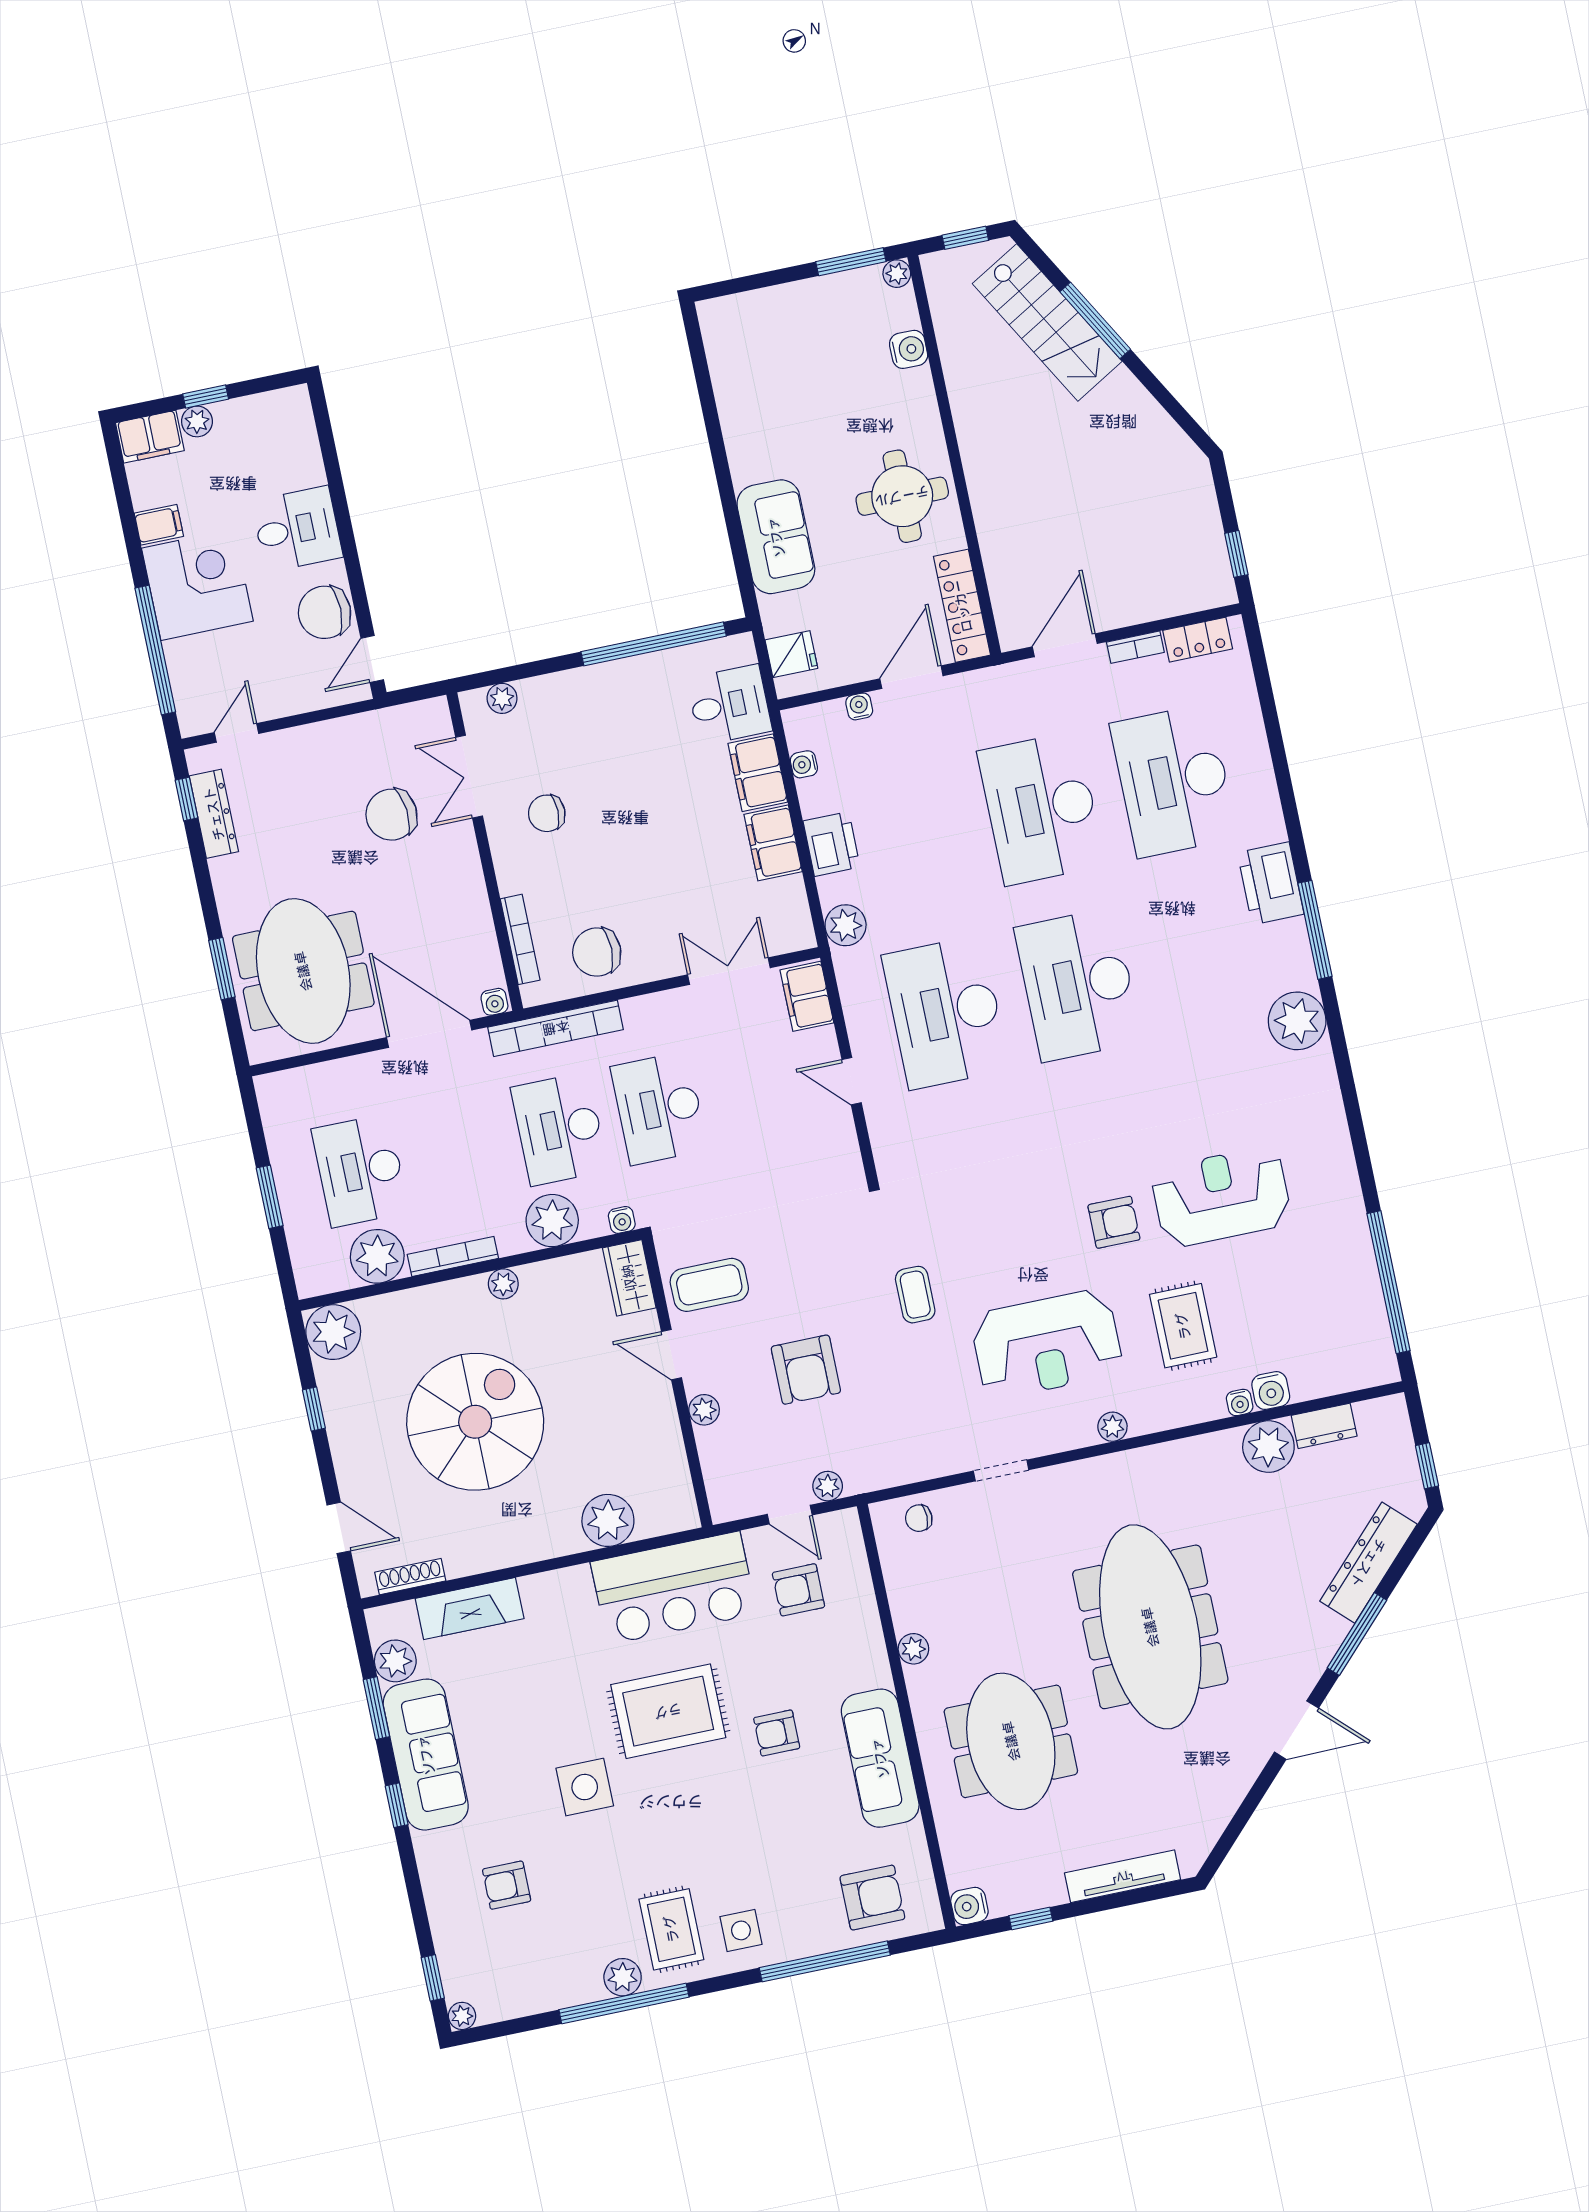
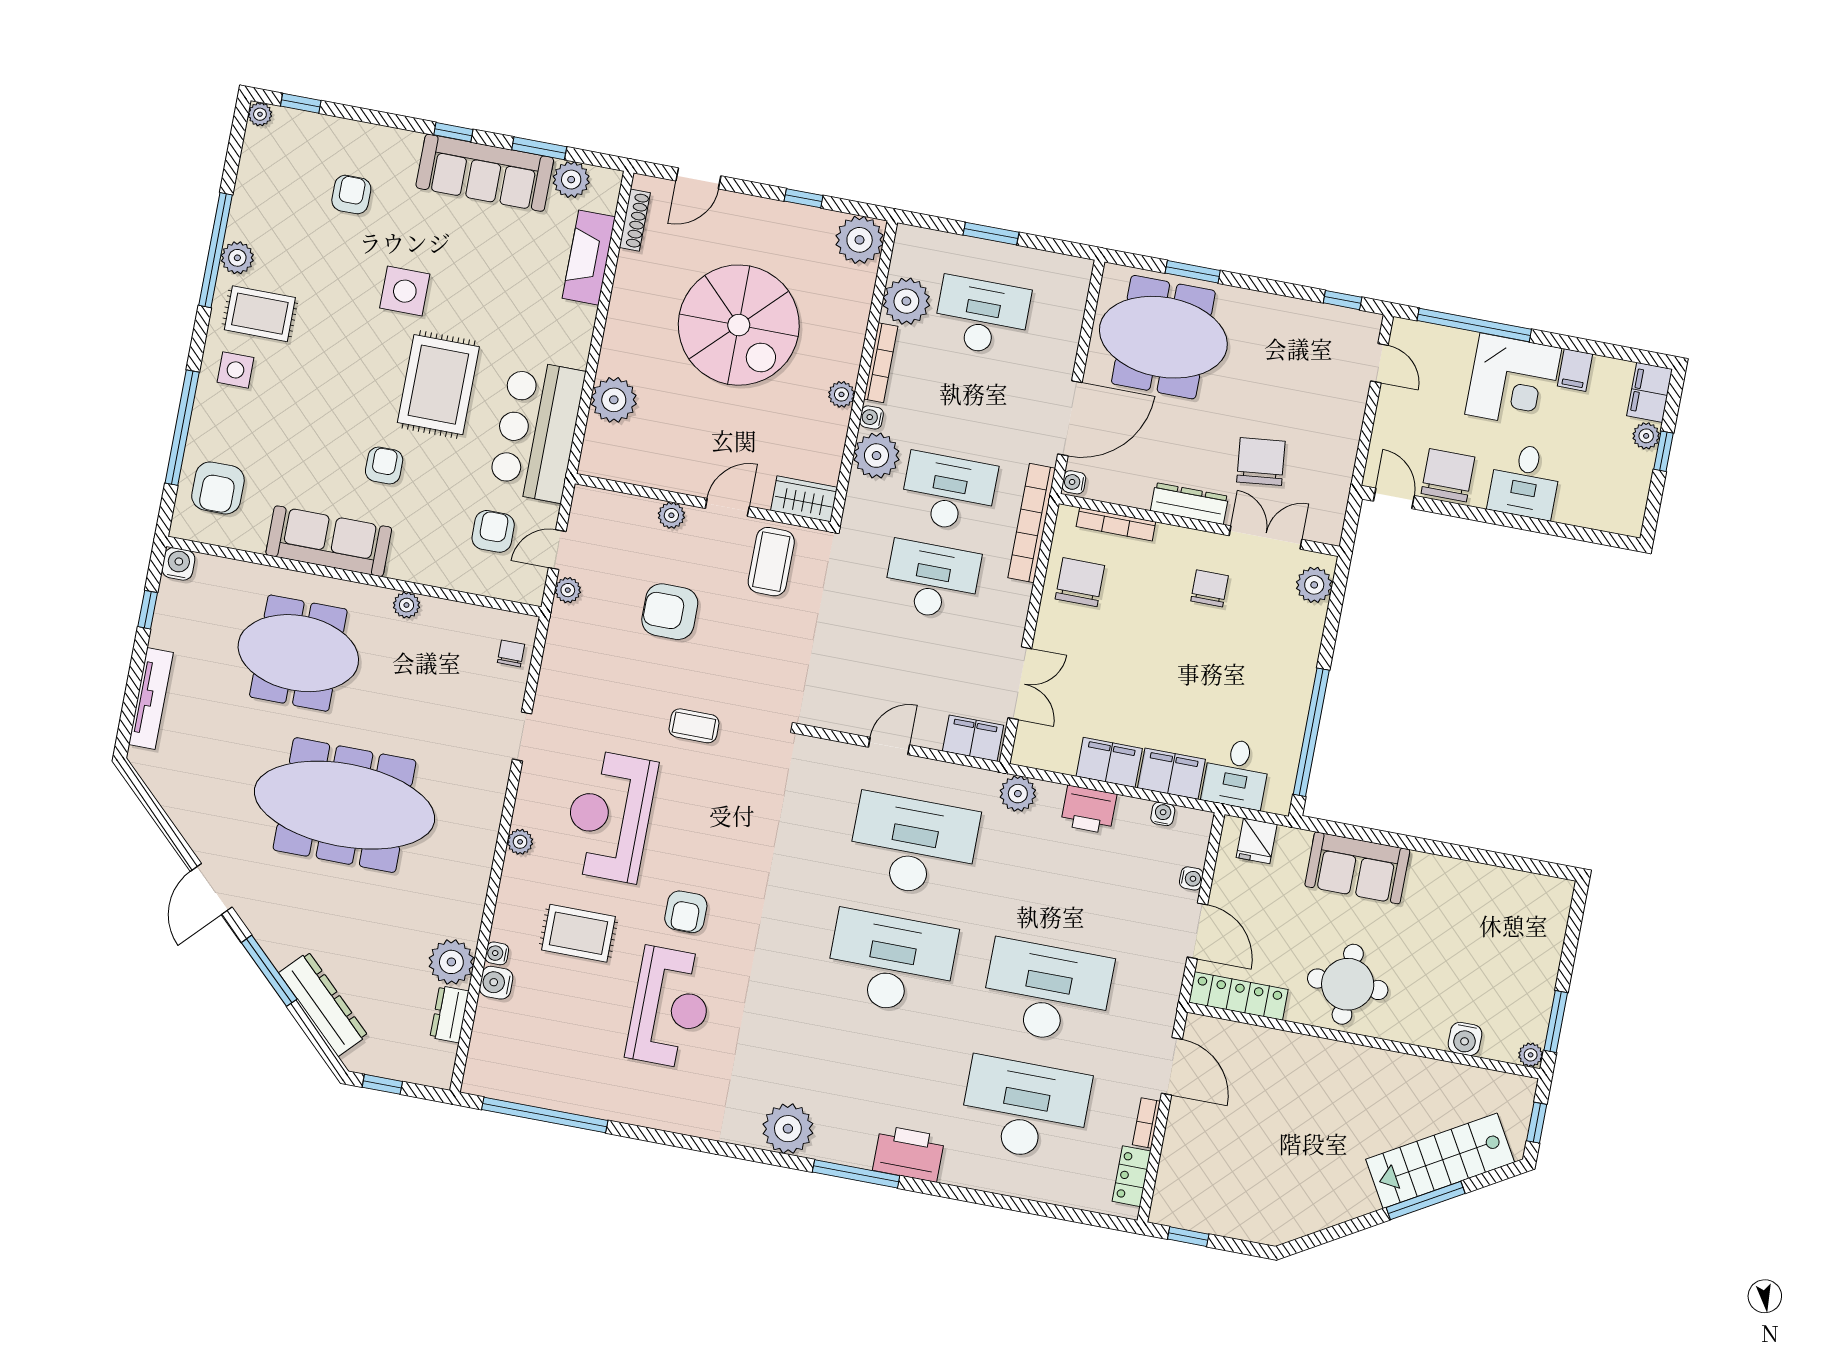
plant: (502, 698) -> (1314, 585), width x1.38, depth x1.38
dresser: (214, 814) -> (1189, 503), moved, turned 180
water cooler: (622, 1220) -> (871, 417), moved

